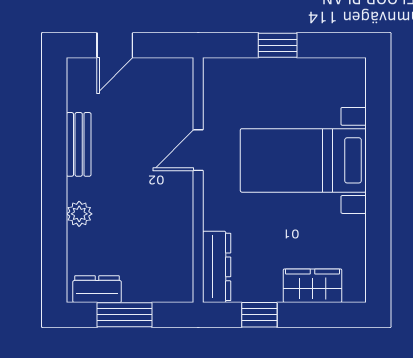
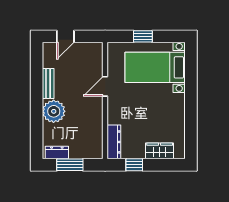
bed with nightstands: (303, 160) -> (155, 67), moved
plant: (79, 214) -> (54, 111), width x1.88, depth x1.88

